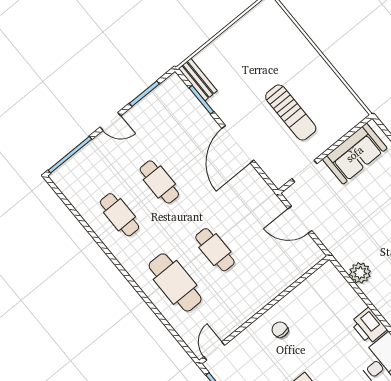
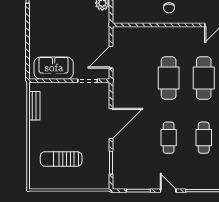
bench: (198, 80) -> (34, 106), moved
sun lounger: (291, 112) -> (61, 159), moved, turned -90
door: (300, 220) -> (111, 57), swing flipped
cafe table: (215, 250) -> (169, 78), width x1.37, depth x1.35

